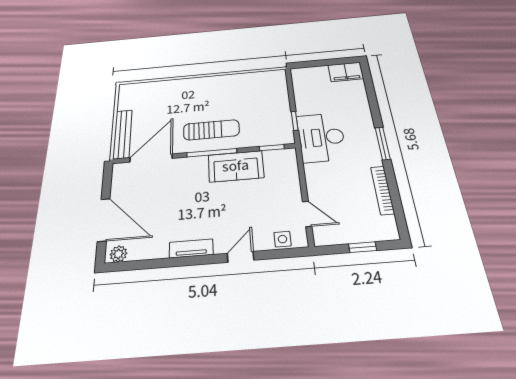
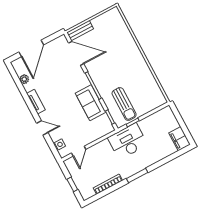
sun lounger: (211, 130) -> (124, 104), moved
bench: (123, 134) -> (80, 31), width x0.73
plant: (118, 254) -> (24, 79), moved

